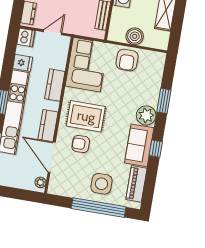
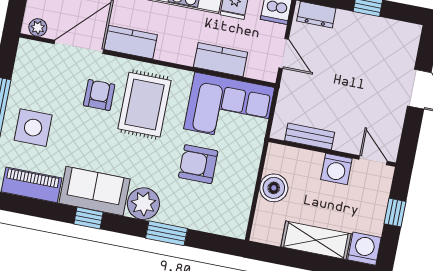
armchair: (127, 60) -> (198, 164), moved
kitchen counter: (55, 85) -> (221, 60), moved

